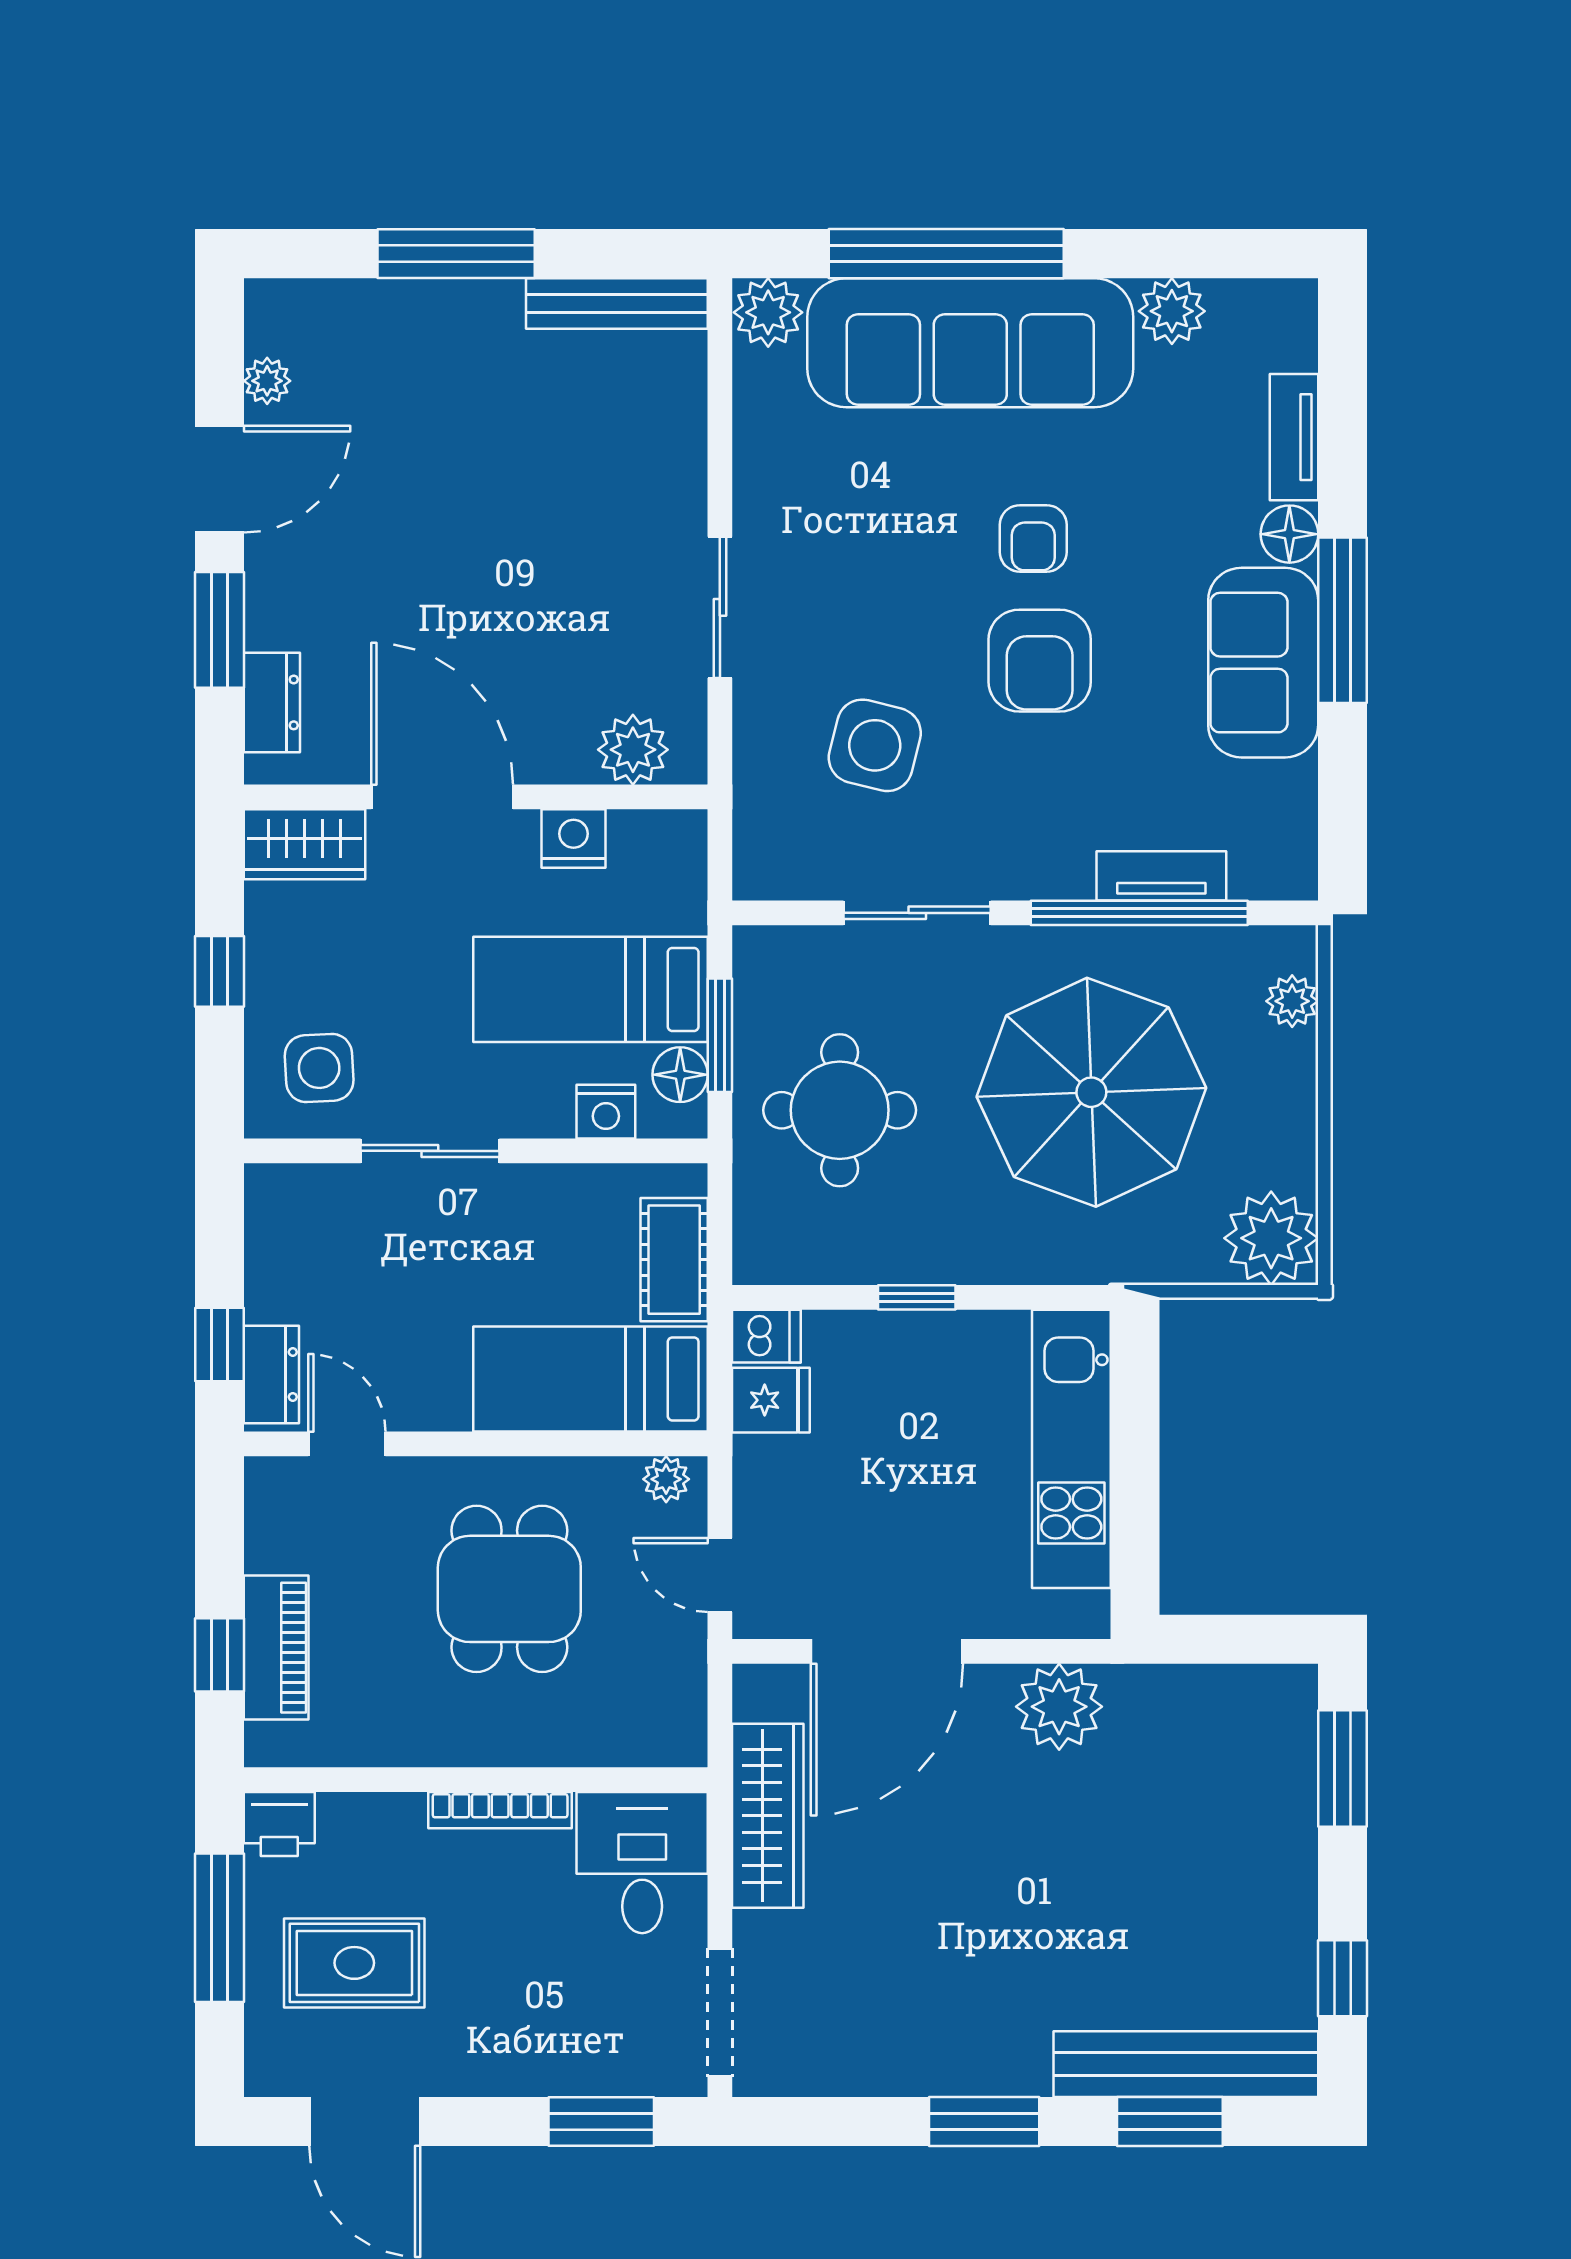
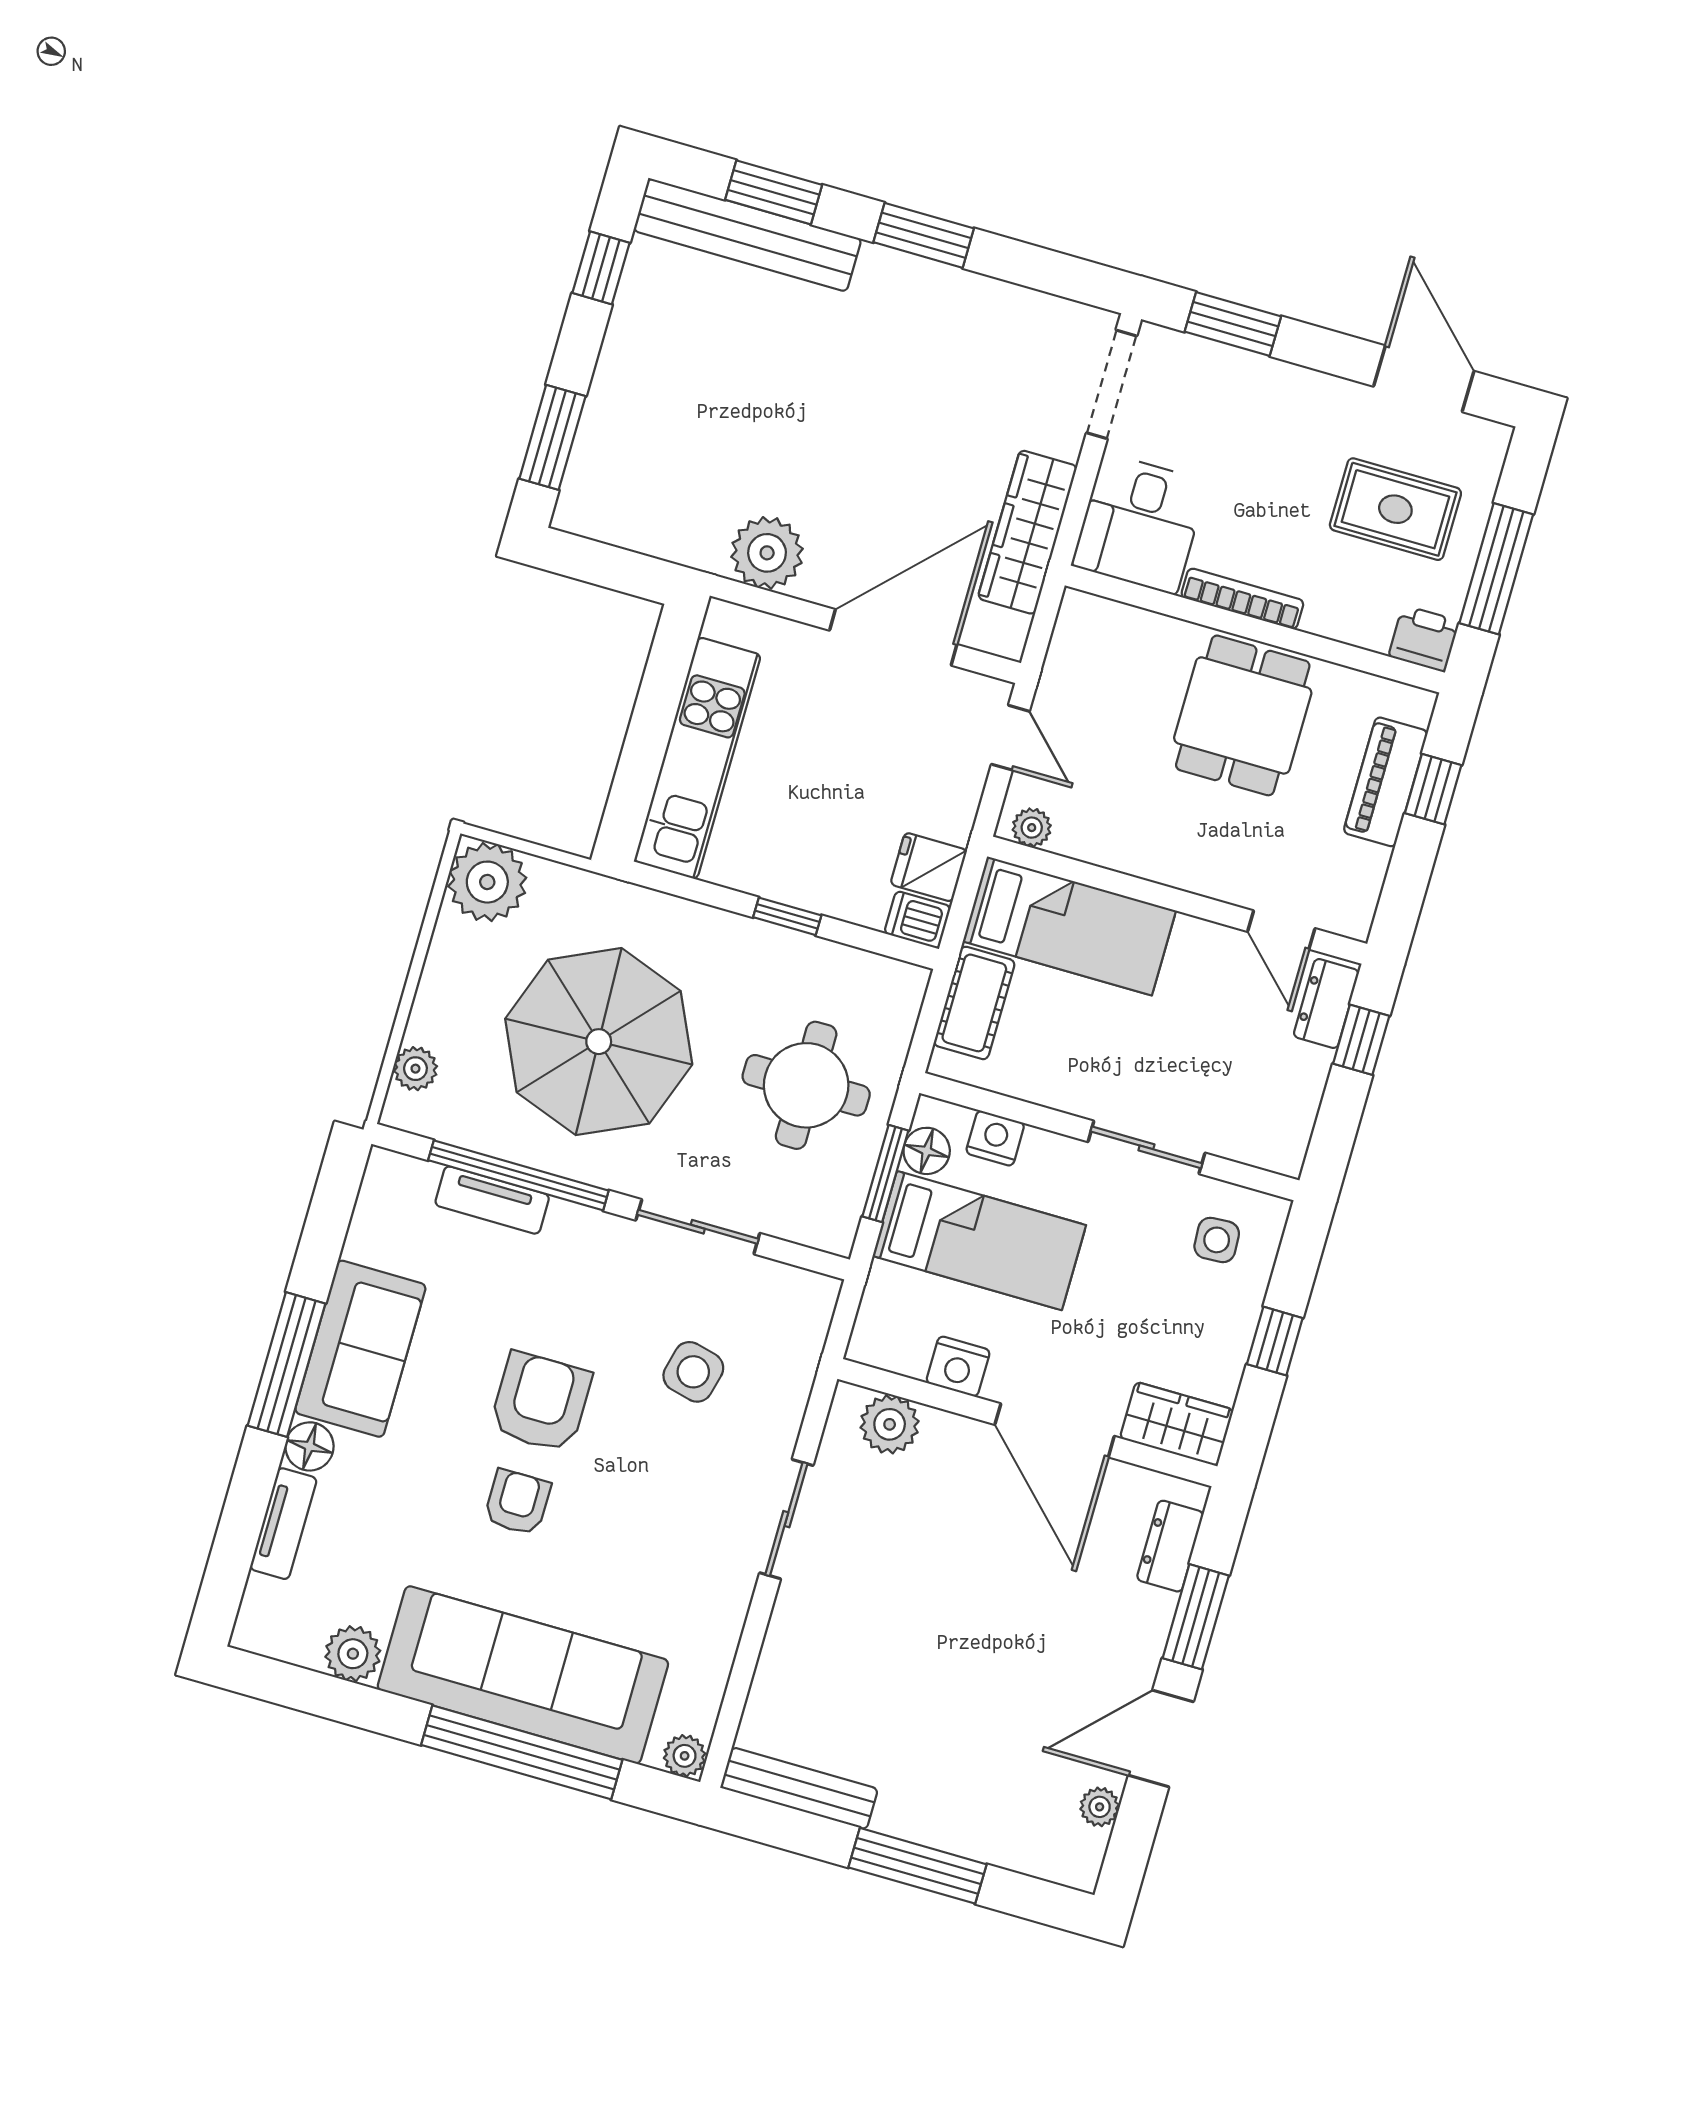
plant: (768, 312) -> (685, 1756), width x0.73, depth x0.73
side table: (875, 745) -> (693, 1372), width x0.73, depth x0.73
side table: (319, 1068) -> (1217, 1240), width x0.73, depth x0.73
dining table: (509, 1589) -> (1243, 715), moved

